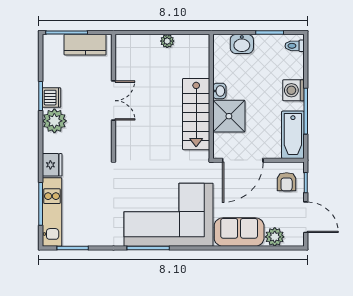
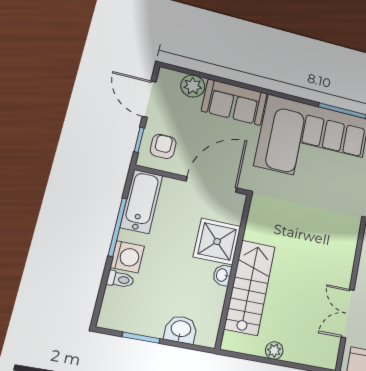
toilet: (295, 46) -> (120, 279), moved
double door: (114, 101) -> (348, 313), moved
stairs: (196, 114) -> (250, 288), moved

